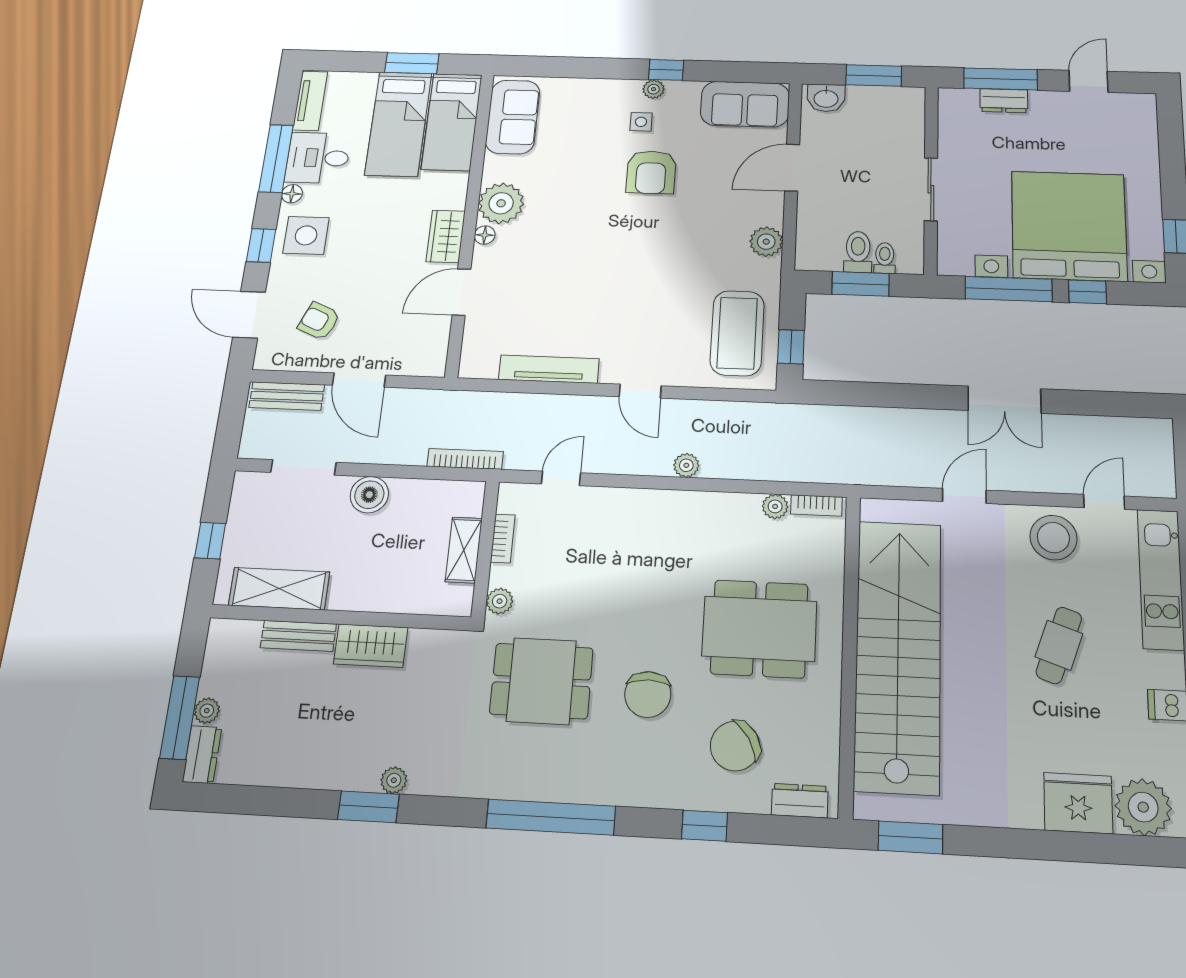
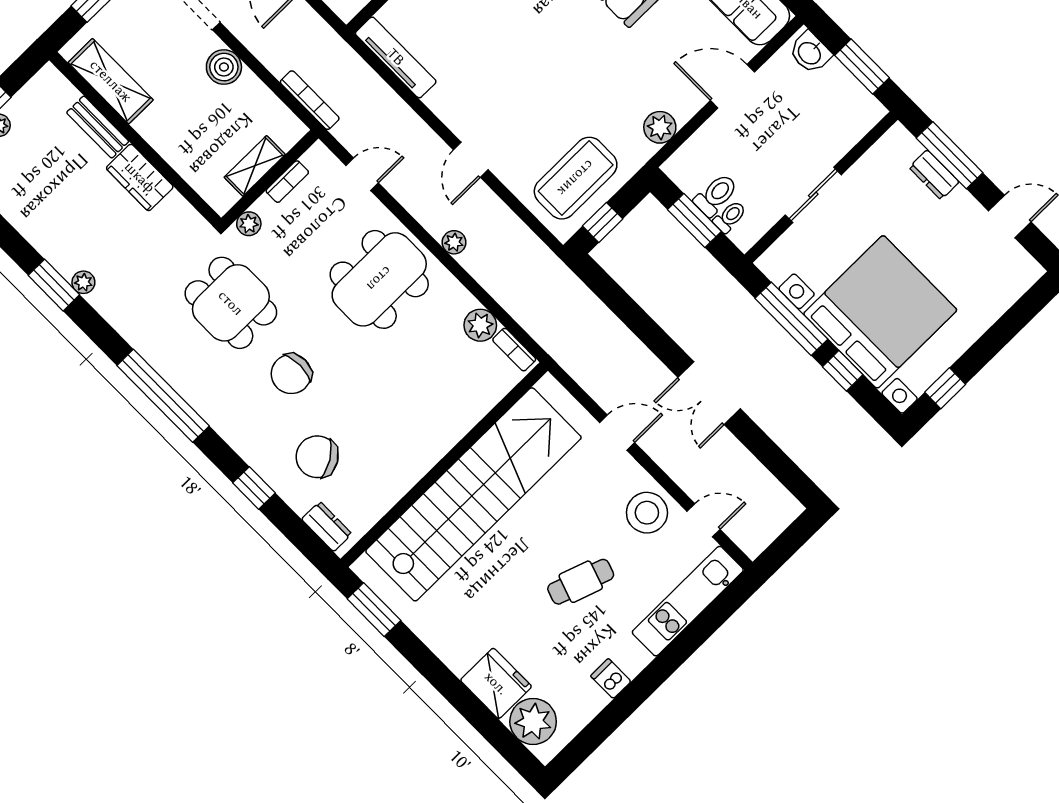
tv unit: (549, 369) -> (396, 57), moved
plant: (775, 506) -> (480, 325), width x1.38, depth x1.38
dining table: (759, 629) -> (379, 279), moved, turned 90

